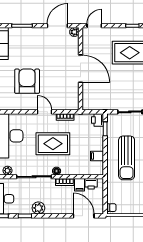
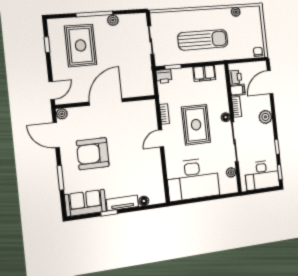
door: (94, 26) -> (52, 90), swing flipped
armchair: (27, 81) -> (93, 154), moved
filing cabinet: (97, 156) -> (204, 73), width x2.00
plant: (38, 208) -> (265, 117), moved

